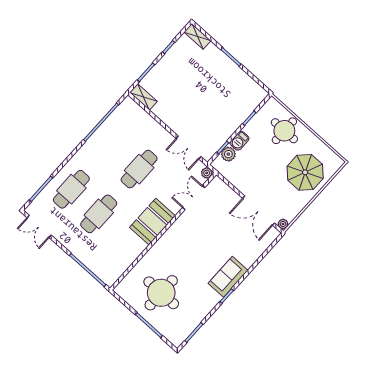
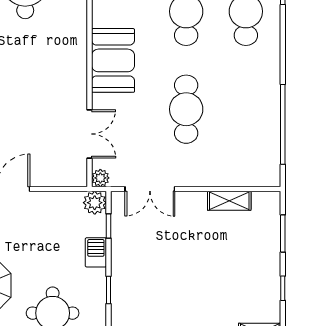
shelving: (143, 97) -> (229, 201), moved
double door: (189, 147) -> (150, 189), swing flipped
plant: (228, 154) -> (95, 203), moved

